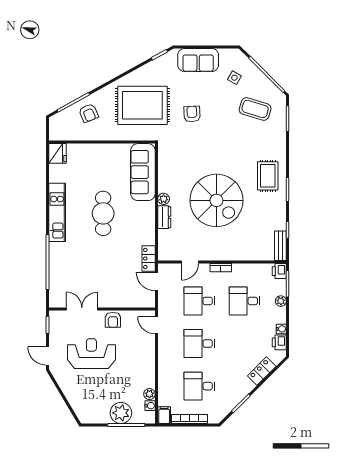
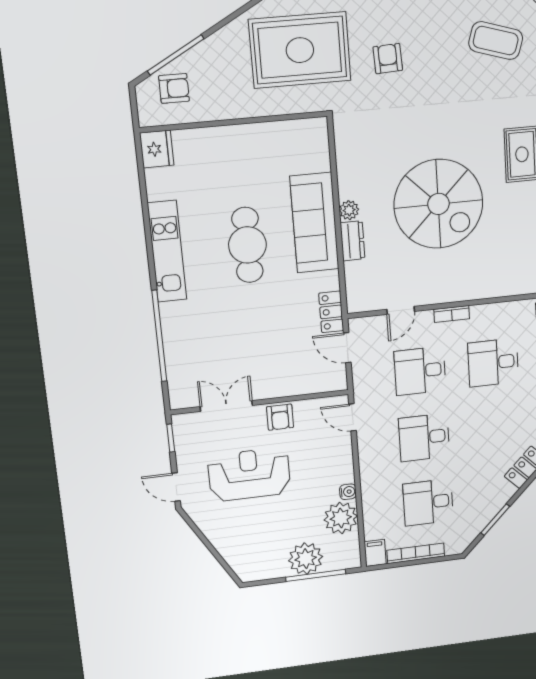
armchair: (89, 113) -> (174, 88), moved, turned -67
sofa: (143, 172) -> (314, 223), moved
plant: (149, 394) -> (341, 518), width x1.88, depth x1.88
water cooler: (150, 406) -> (348, 492), moved

